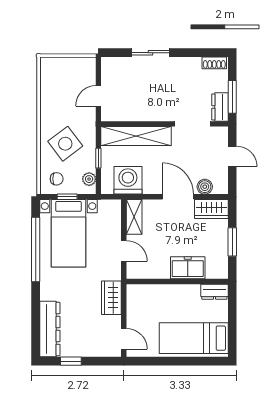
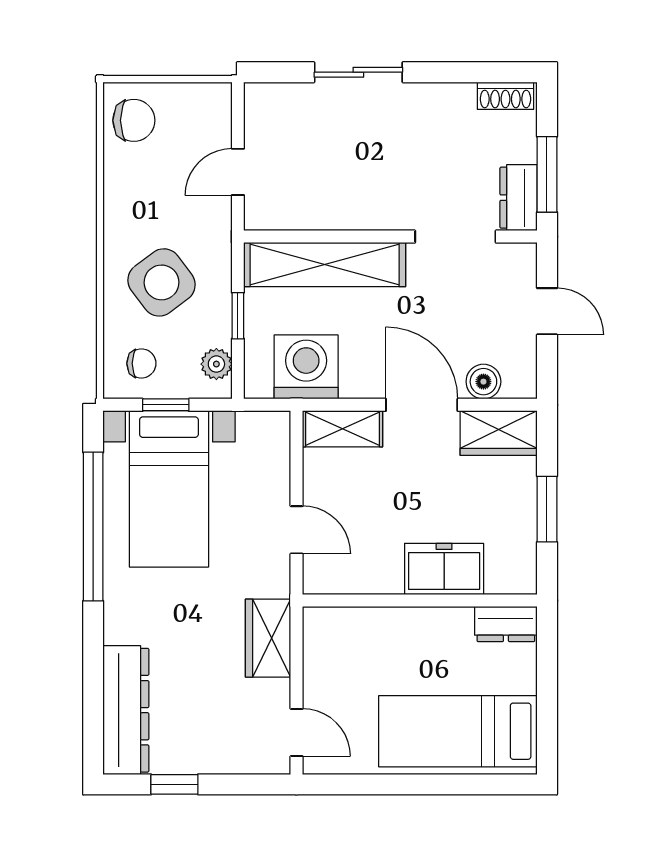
chair: (53, 74) -> (134, 120), added
shelving: (134, 217) -> (343, 429), moved, turned 90

